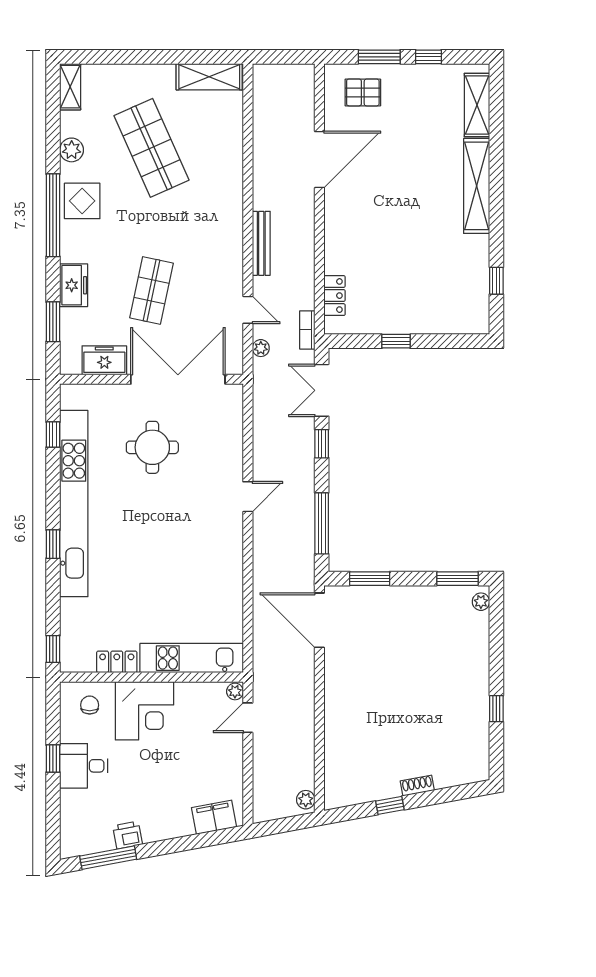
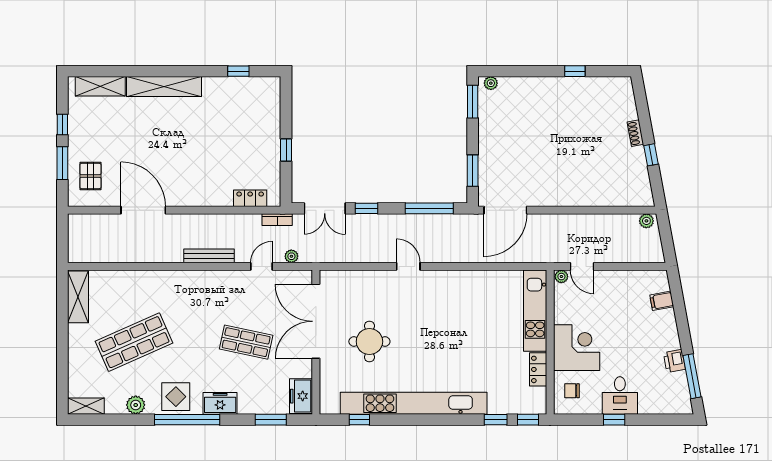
freezer: (74, 285) -> (220, 403), moved
freezer: (104, 360) -> (301, 396), moved
window: (53, 544) -> (496, 420), moved
filing cabinet: (214, 817) -> (662, 301), width x0.50

